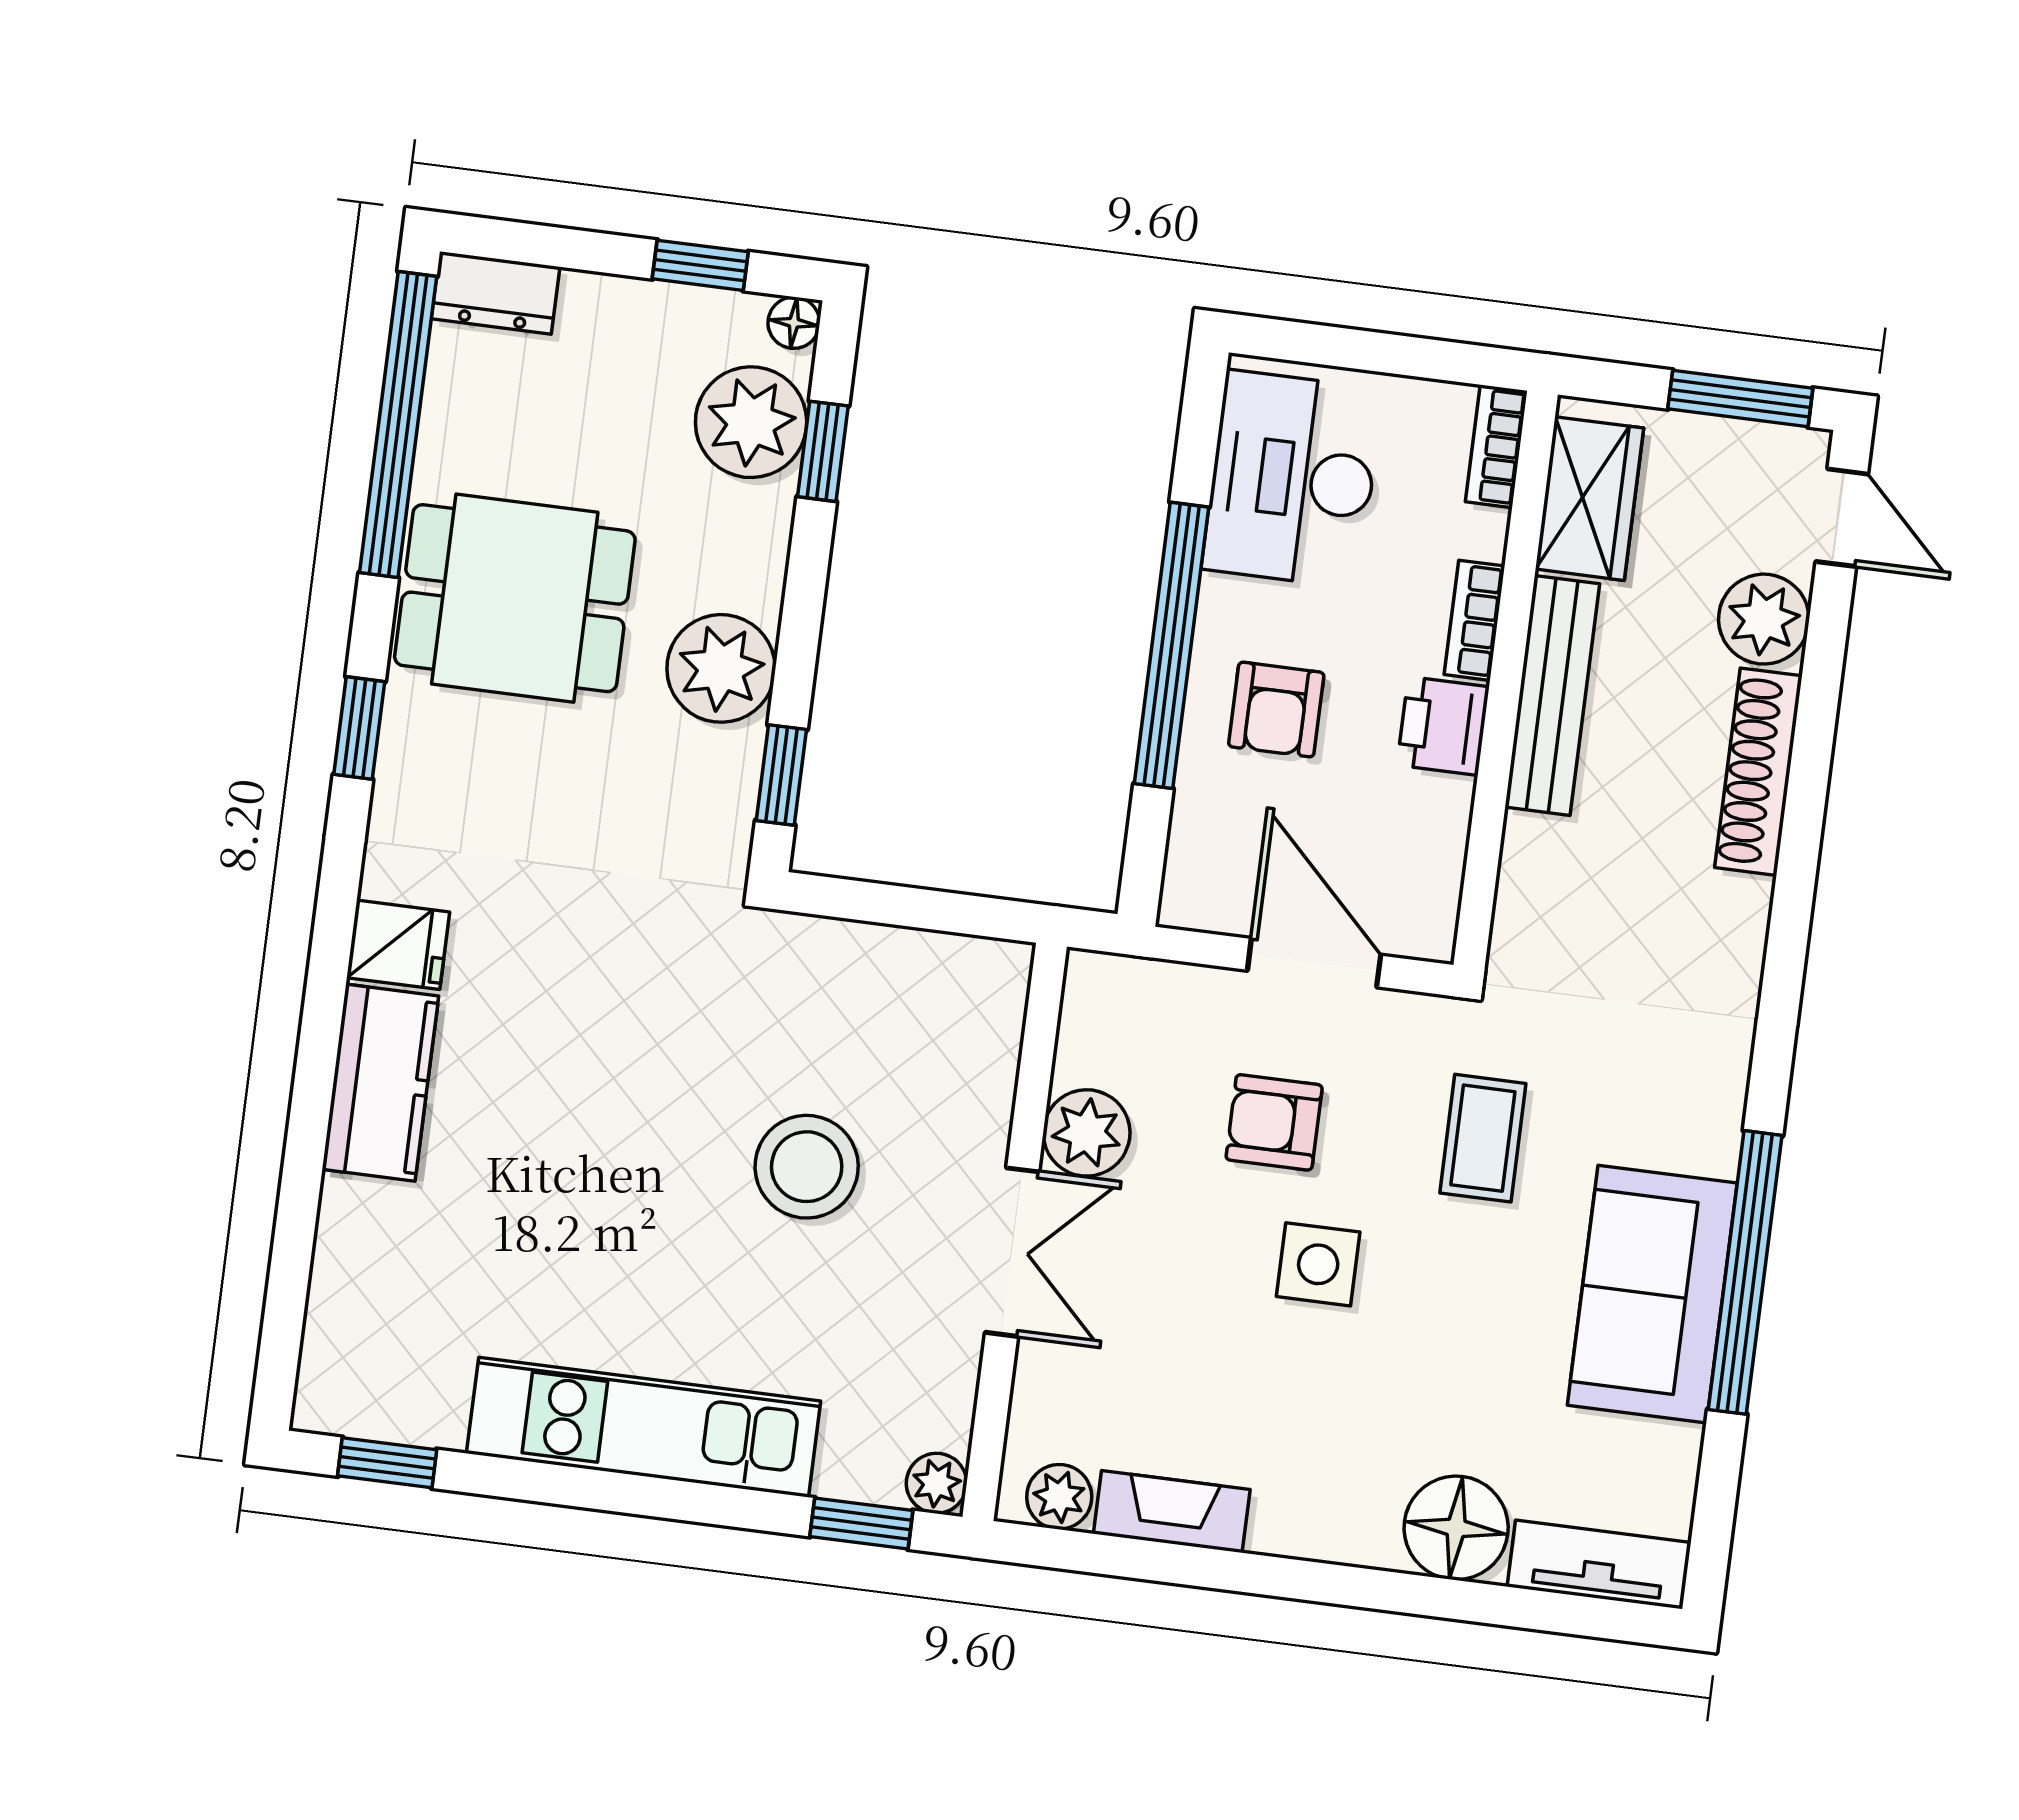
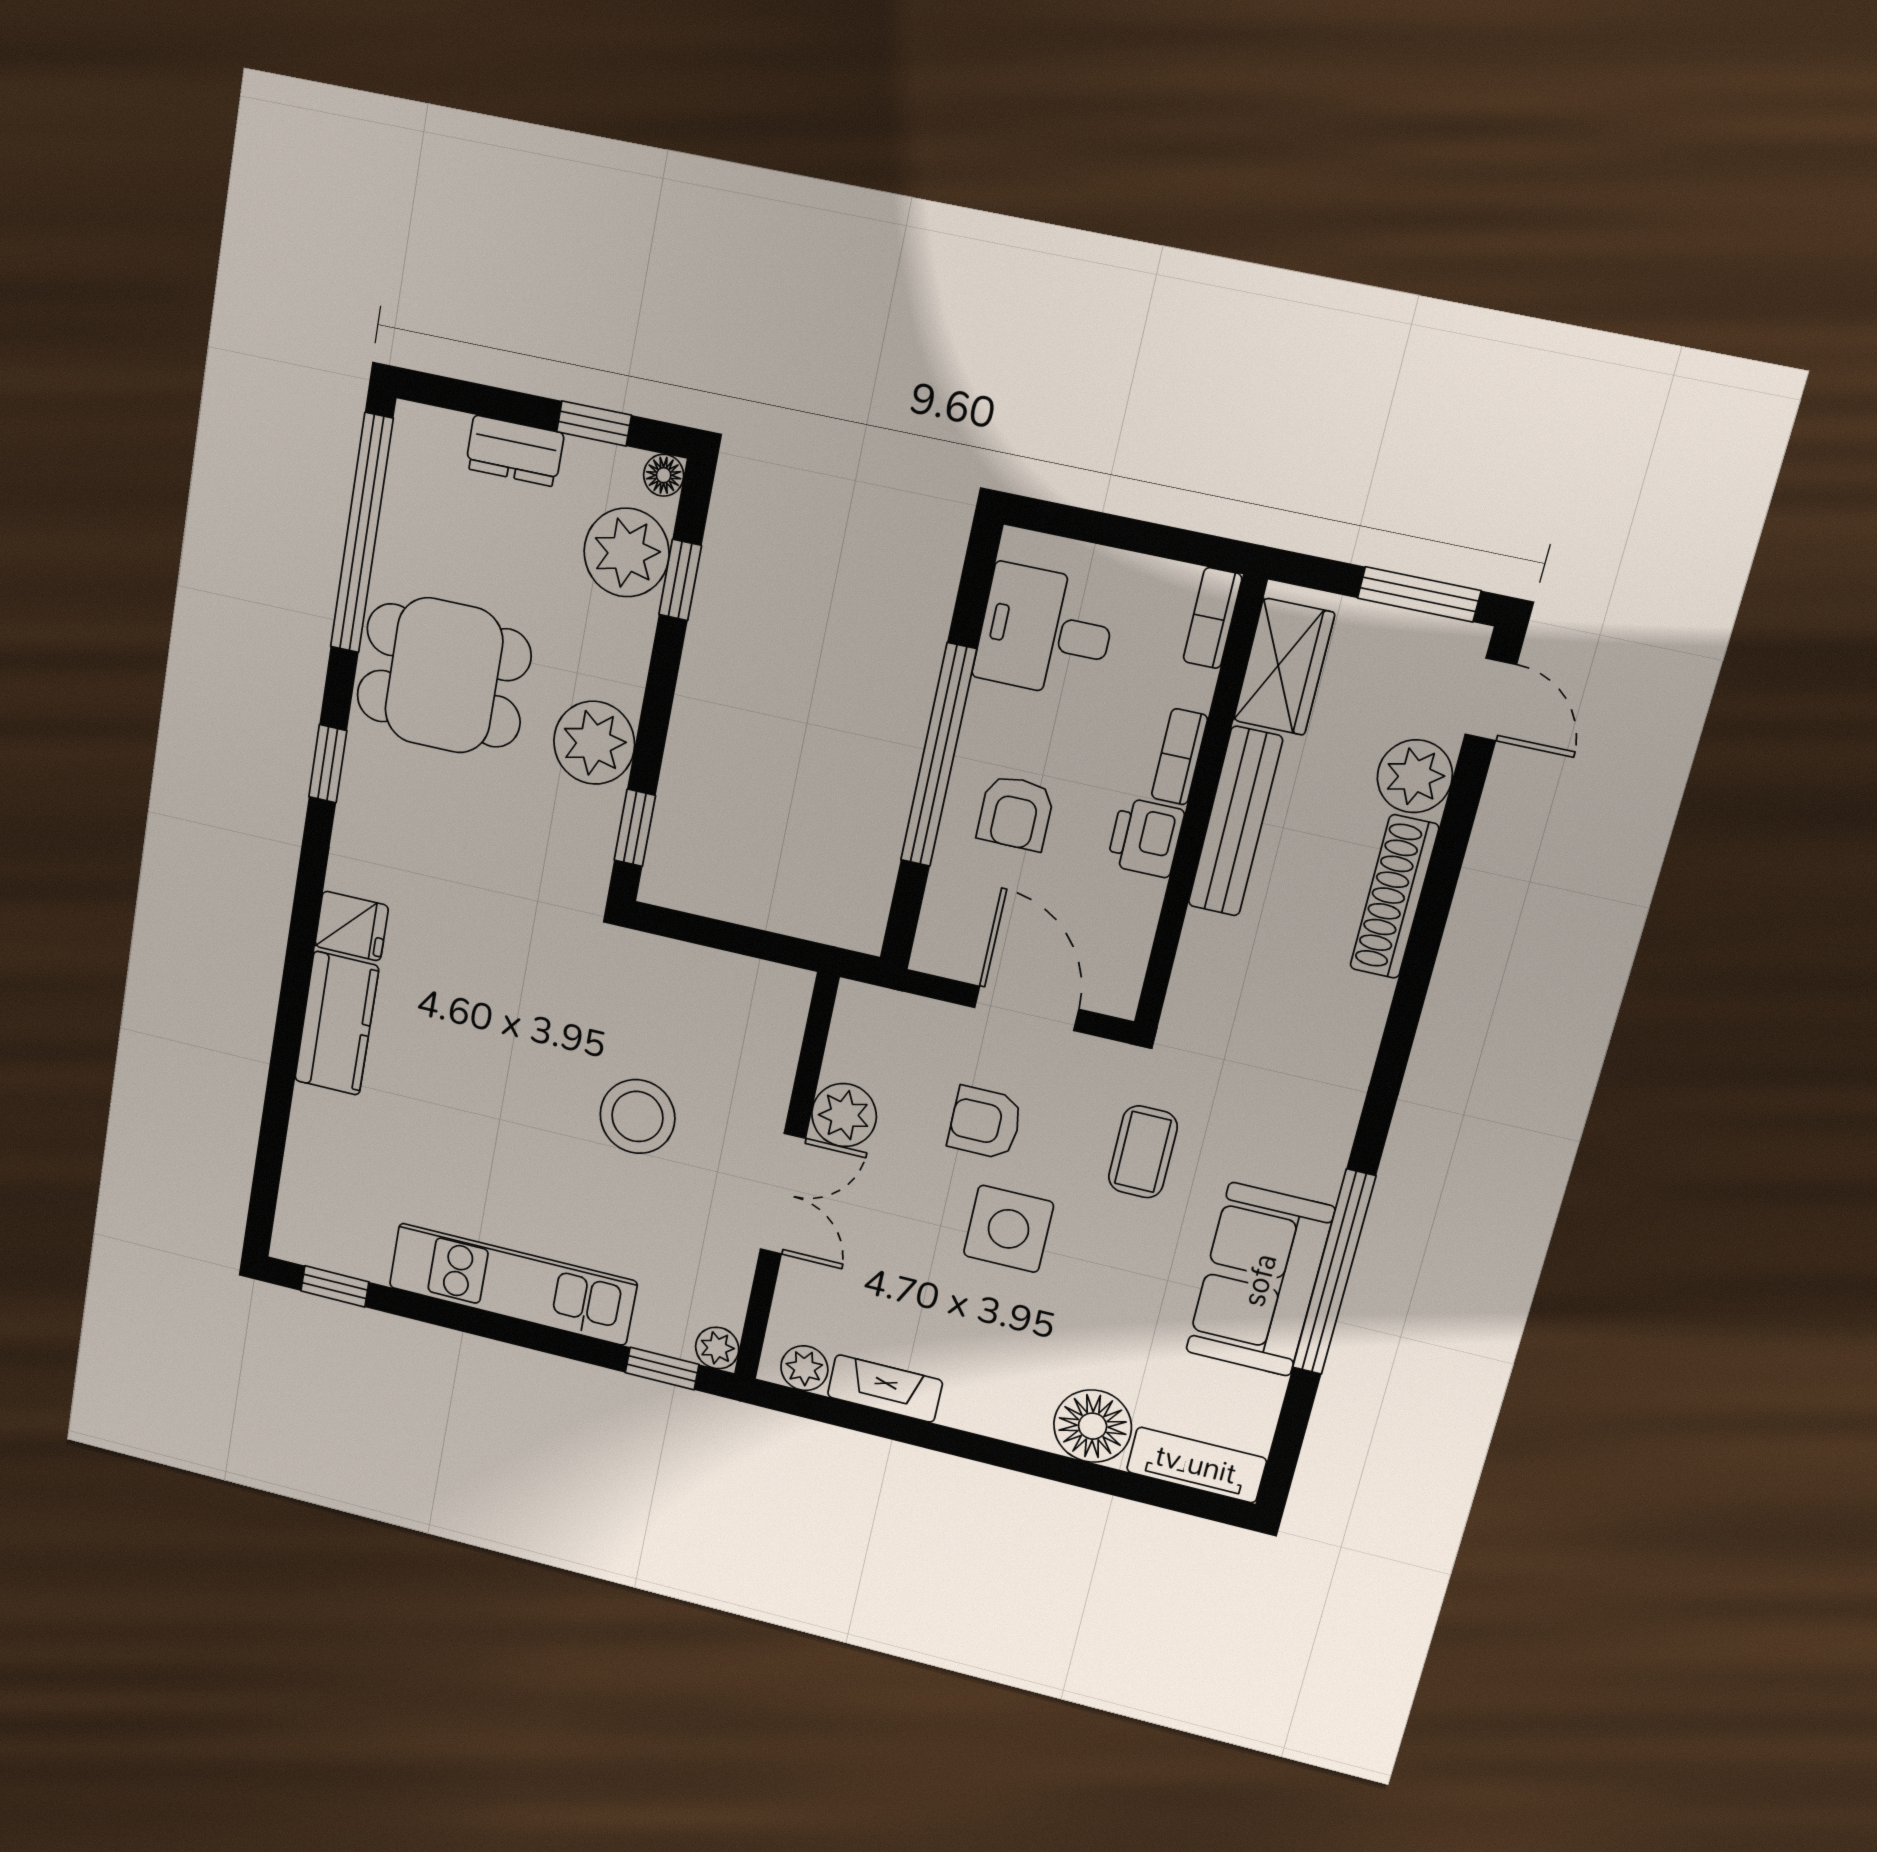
dresser: (495, 293) -> (515, 451), moved
desk: (1292, 479) -> (1045, 632), width x0.73
side table: (1318, 1264) -> (1009, 1229), width x1.37, depth x1.37

